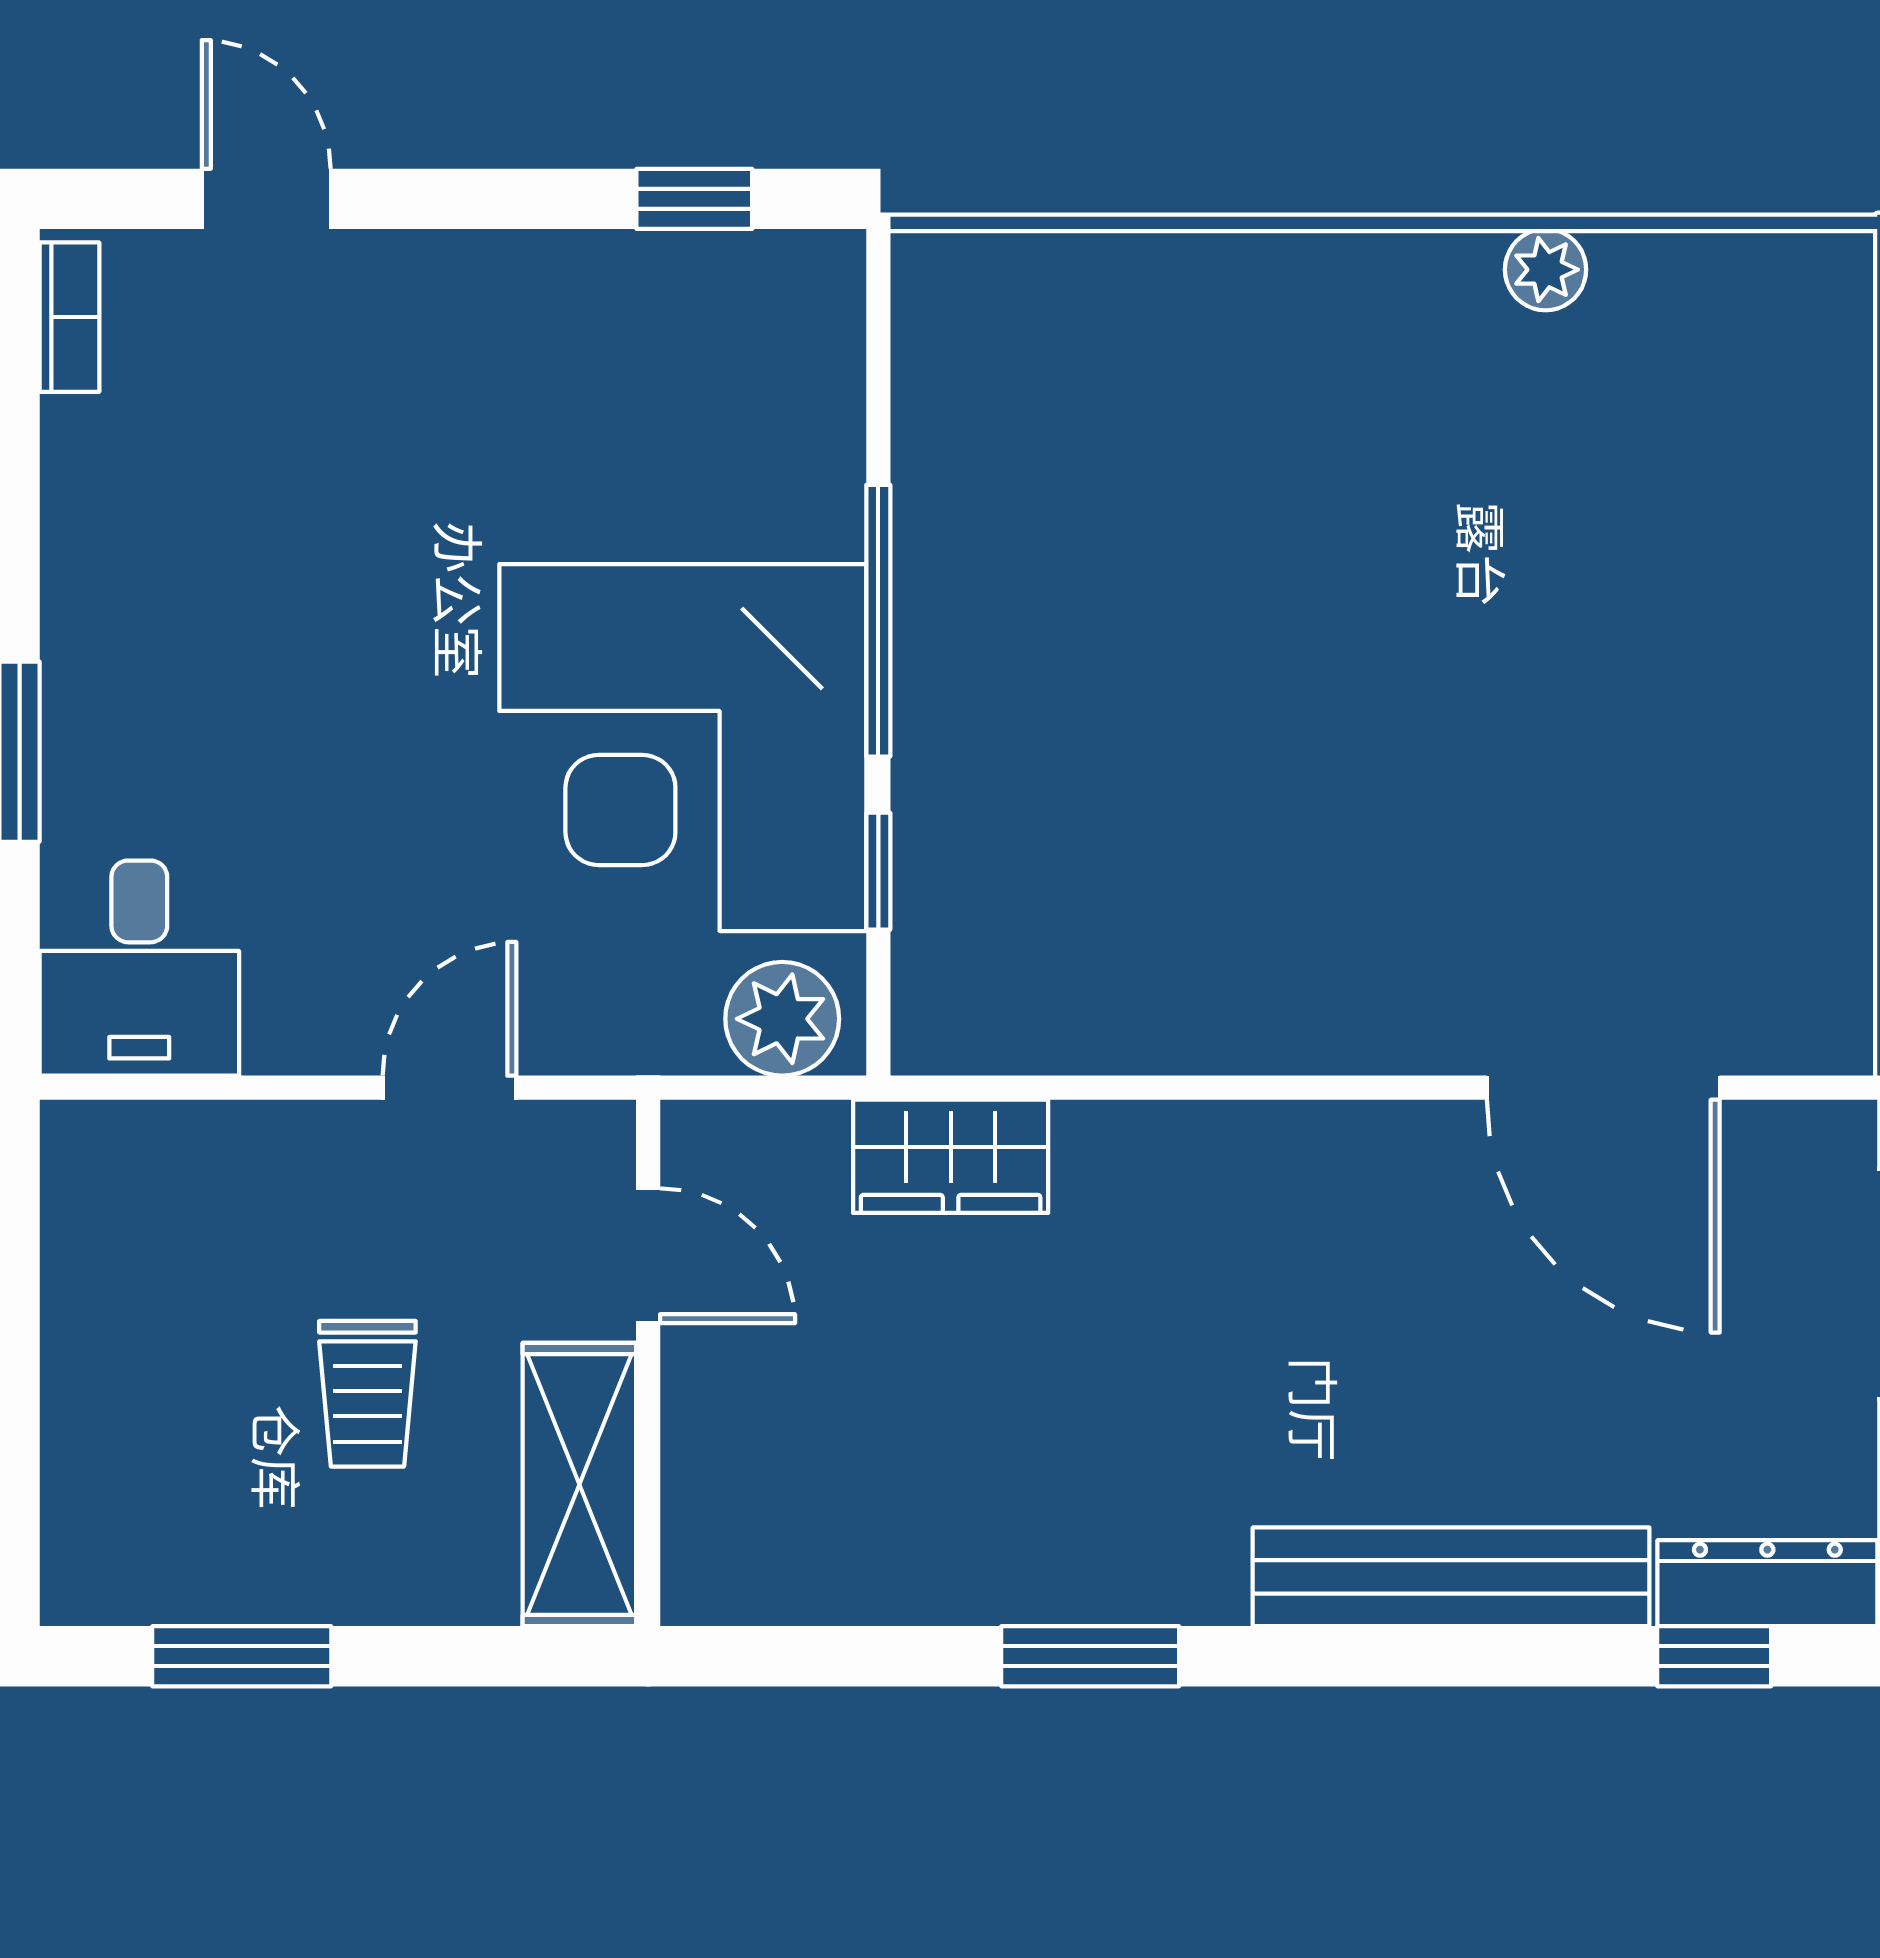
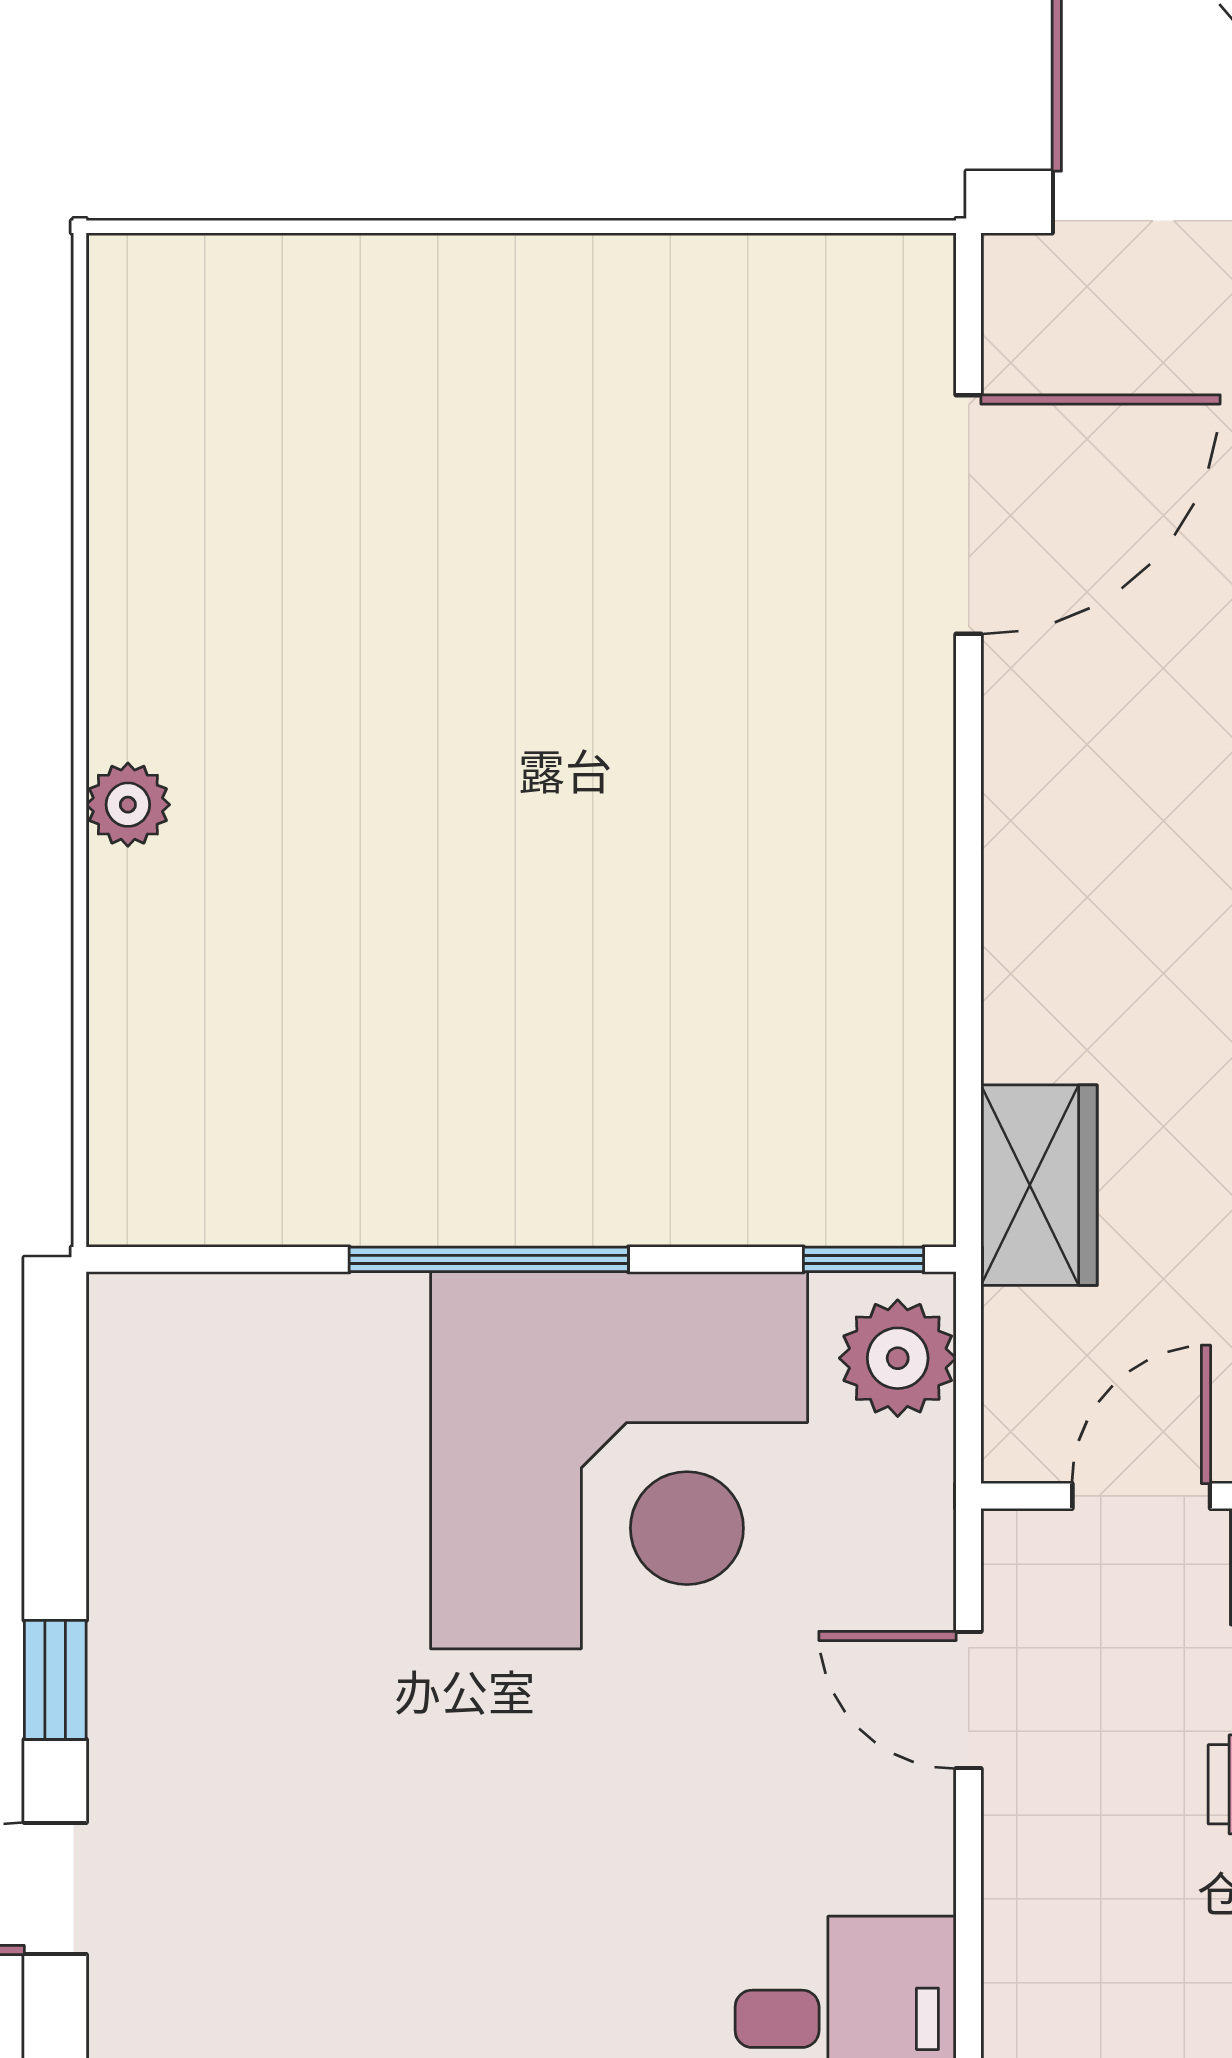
window: (694, 199) -> (55, 1680), moved
plant: (1546, 270) -> (128, 805), moved
window: (878, 871) -> (864, 1259), moved

